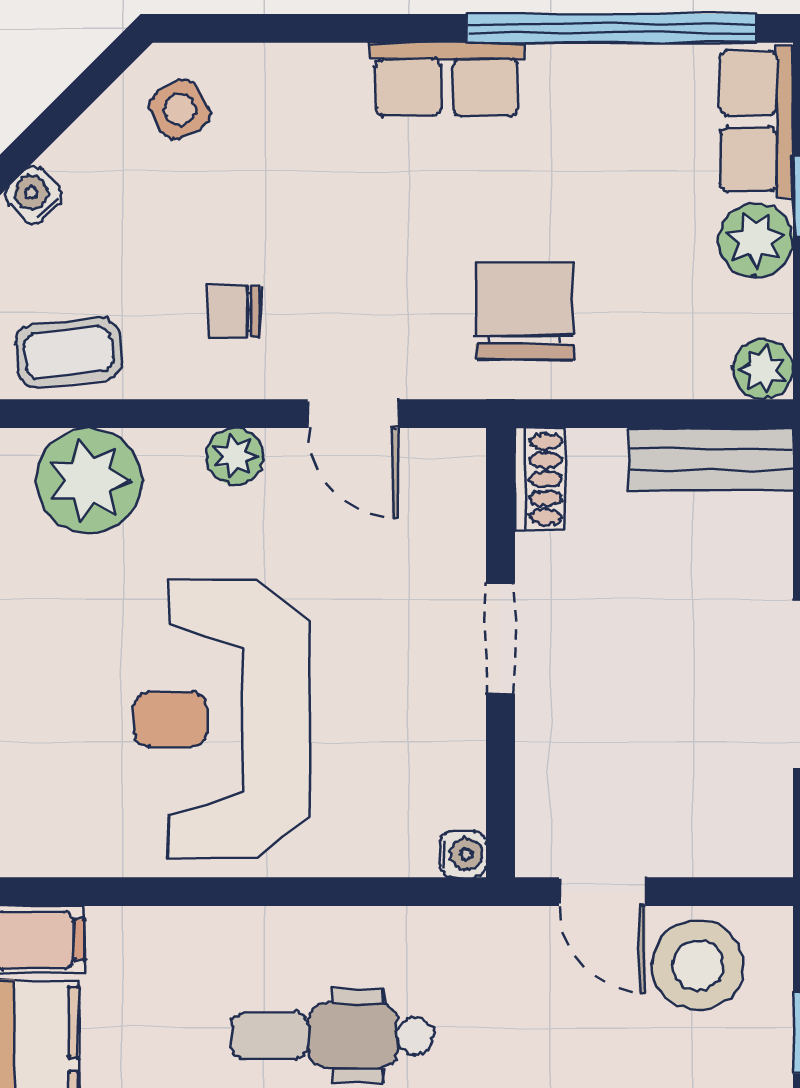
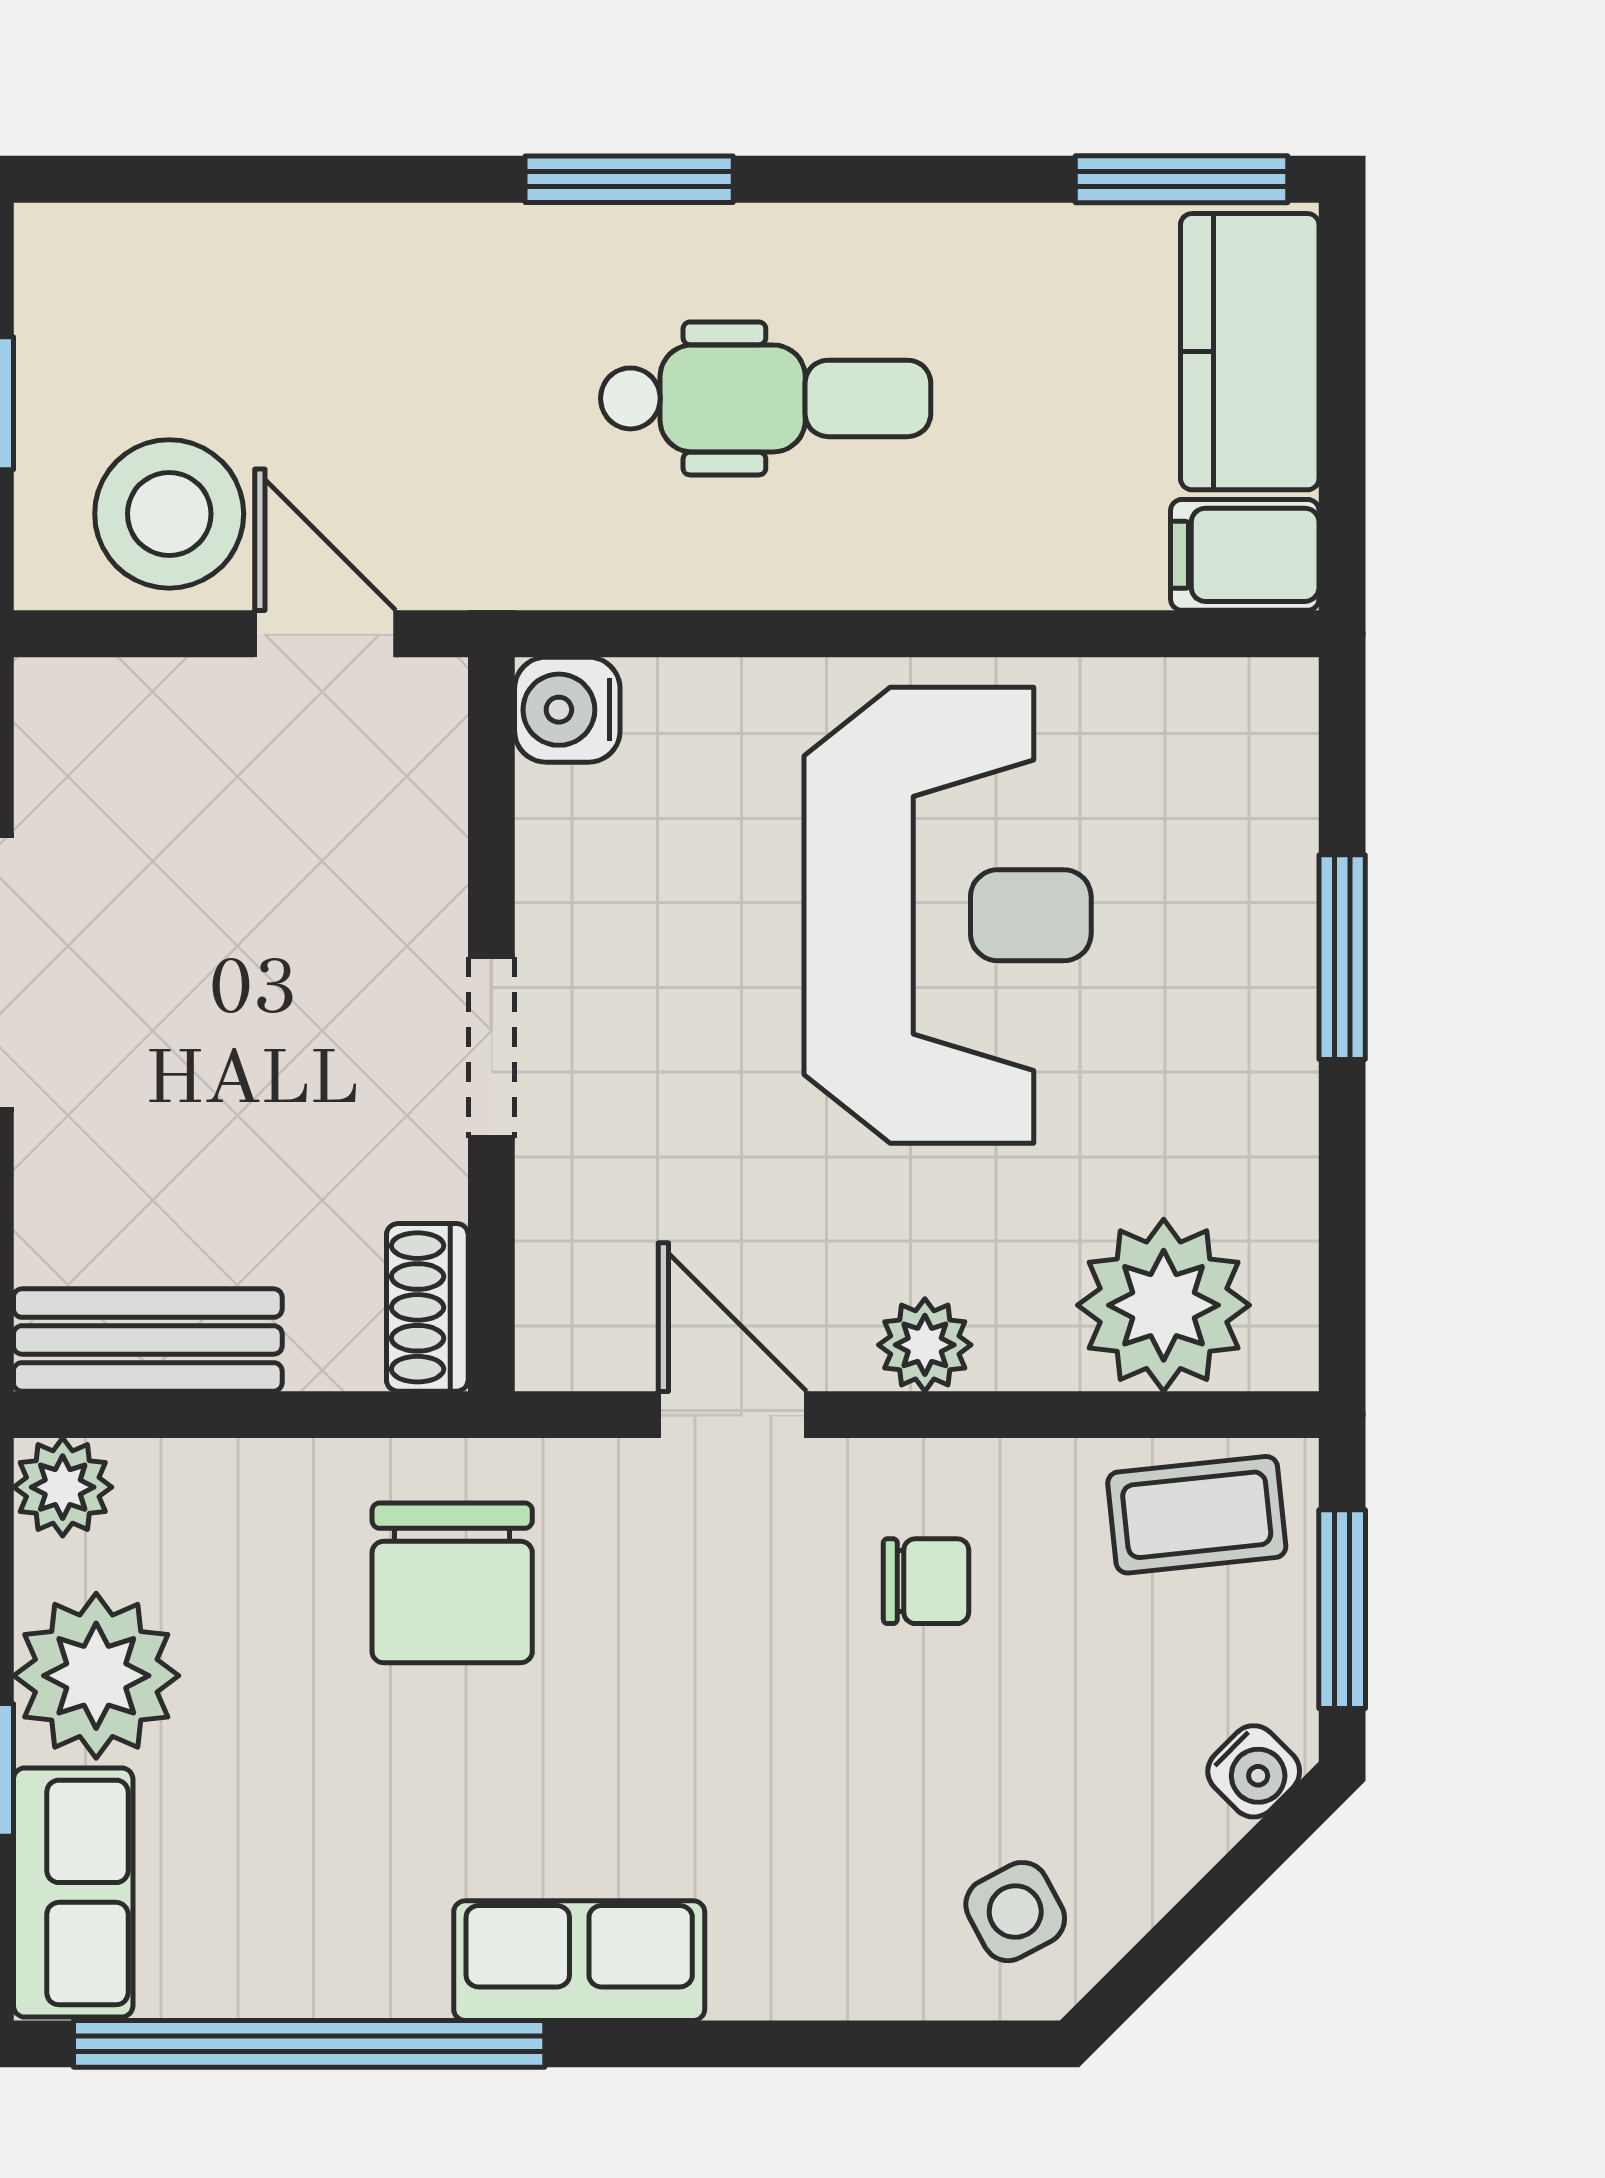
plant: (756, 240) -> (96, 1676), width x1.36, depth x1.36
water cooler: (463, 854) -> (567, 710), width x1.38, depth x1.38

